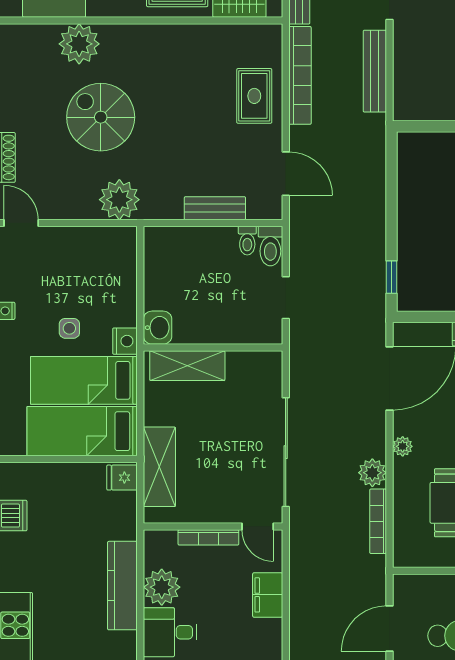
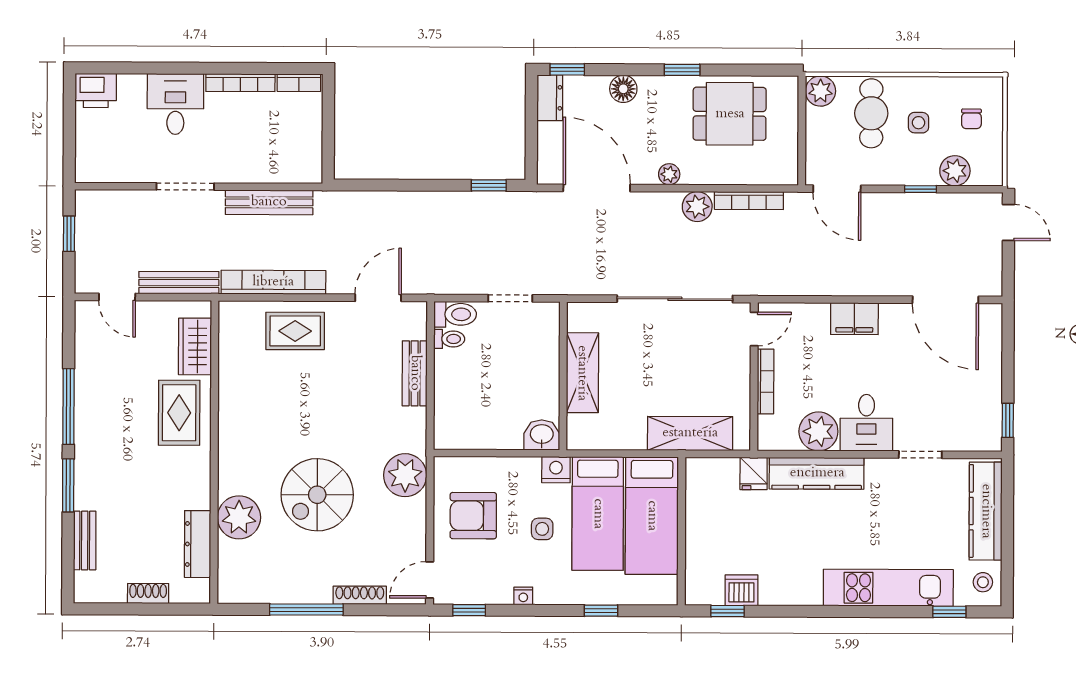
armchair: (82, 264) -> (473, 516), added
shelving: (187, 366) -> (582, 373), moved
fridge: (122, 478) -> (754, 473), moved
filing cabinet: (268, 595) -> (854, 319), moved
door: (389, 629) -> (837, 189), moved

